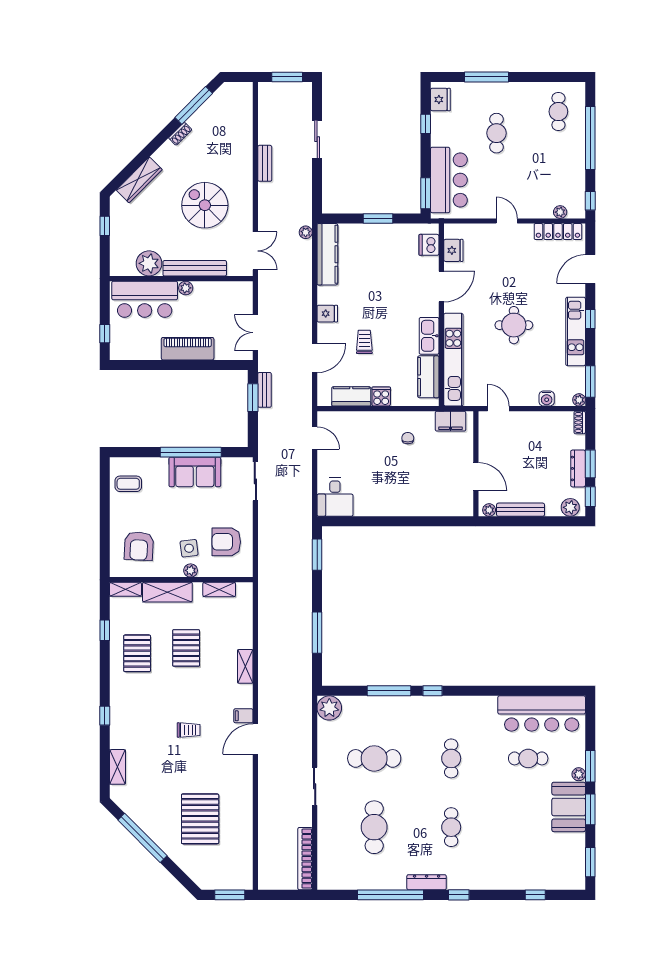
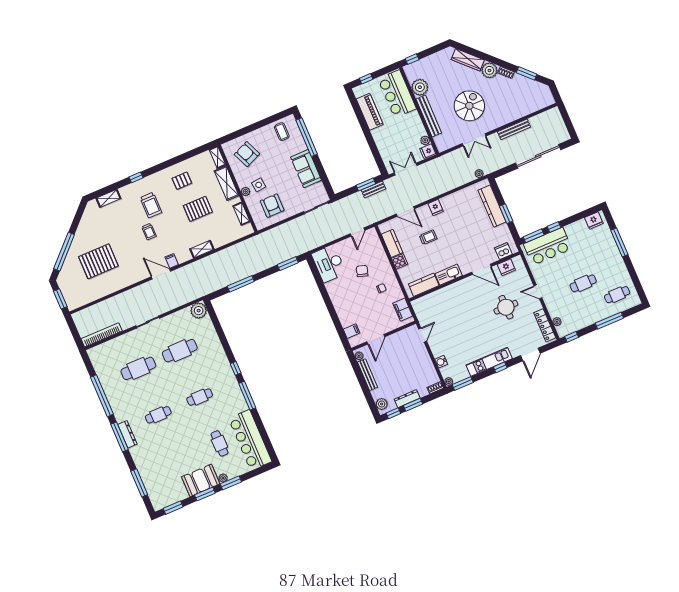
window: (287, 77) -> (568, 122), removed
window: (194, 105) -> (527, 73), width x0.69
window: (426, 124) -> (554, 227), moved
cafe table: (496, 133) -> (583, 283), moved
window: (590, 138) -> (609, 321), width x0.68
sliding door: (317, 139) -> (538, 156), width x1.86
plant: (167, 156) -> (489, 70), added
bench: (265, 163) -> (514, 129), width x1.36
door: (507, 221) -> (538, 292), swing flipped
window: (105, 226) -> (412, 59), moved
double door: (255, 251) -> (474, 140), moved
kitchen counter: (327, 254) -> (492, 206), moved, turned 90
door: (590, 269) -> (530, 354), swing flipped
plant: (186, 288) -> (425, 140), moved
fridge: (243, 291) -> (428, 151), added
round table: (514, 325) -> (506, 307), moved
piano: (188, 349) -> (370, 112), moved
kitchen unit: (453, 360) -> (440, 295), removed
window: (191, 452) -> (307, 137), moved
chair: (372, 455) -> (362, 271), added
desk: (335, 497) -> (329, 264), width x1.37
filing cabinet: (450, 506) -> (351, 331), added
armchair: (139, 546) -> (247, 154), turned 64
window: (105, 630) -> (187, 155), removed
pallet: (137, 653) -> (182, 181), width x0.67, depth x0.71
window: (389, 691) -> (247, 396), moved
trolley: (153, 711) -> (151, 205), added
cafe table: (374, 758) -> (180, 351), turned 90
window: (142, 838) -> (64, 252), moved
dresser: (427, 882) -> (127, 434), moved
window: (459, 895) -> (119, 437), width x2.17
window: (535, 895) -> (139, 483), width x2.17

